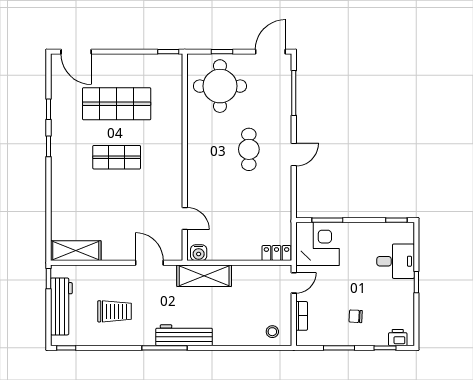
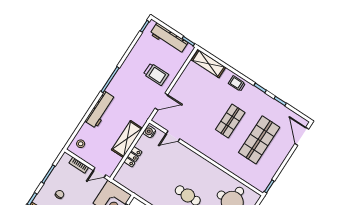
door: (76, 52) -> (302, 136), hinge flipped
trolley: (62, 180) -> (237, 83), added
shelving: (76, 251) -> (208, 64), moved, turned 90
locker: (276, 253) -> (133, 157), moved
shelving: (204, 276) -> (127, 139), moved
door: (294, 283) -> (100, 173), hinge flipped
trolley: (115, 311) -> (156, 74), moved, turned -90
workbench: (184, 335) -> (100, 110), moved

